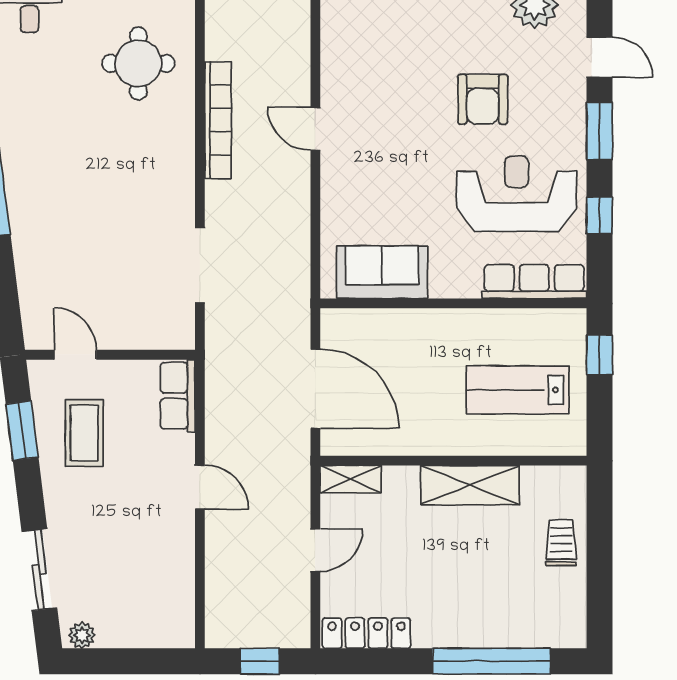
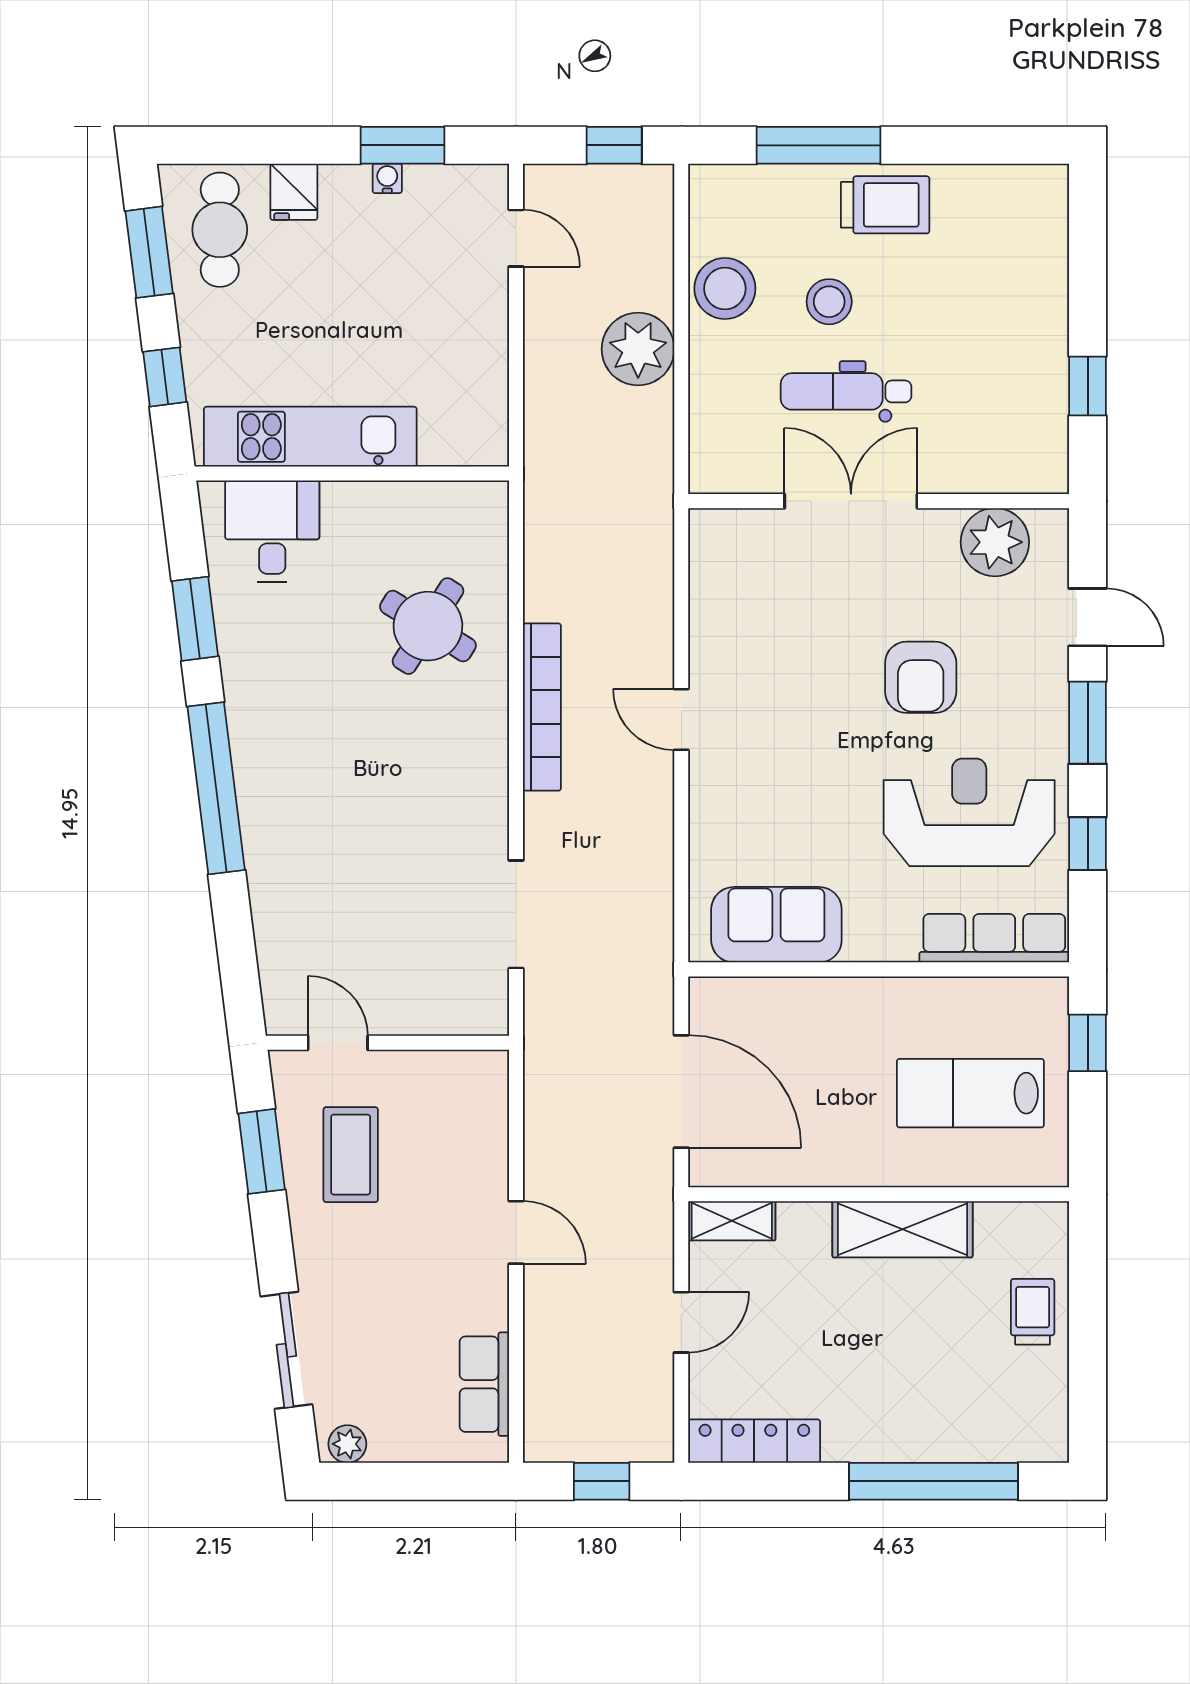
round table: (138, 63) -> (428, 626), turned 32
row of seats: (178, 396) -> (484, 1384), moved

